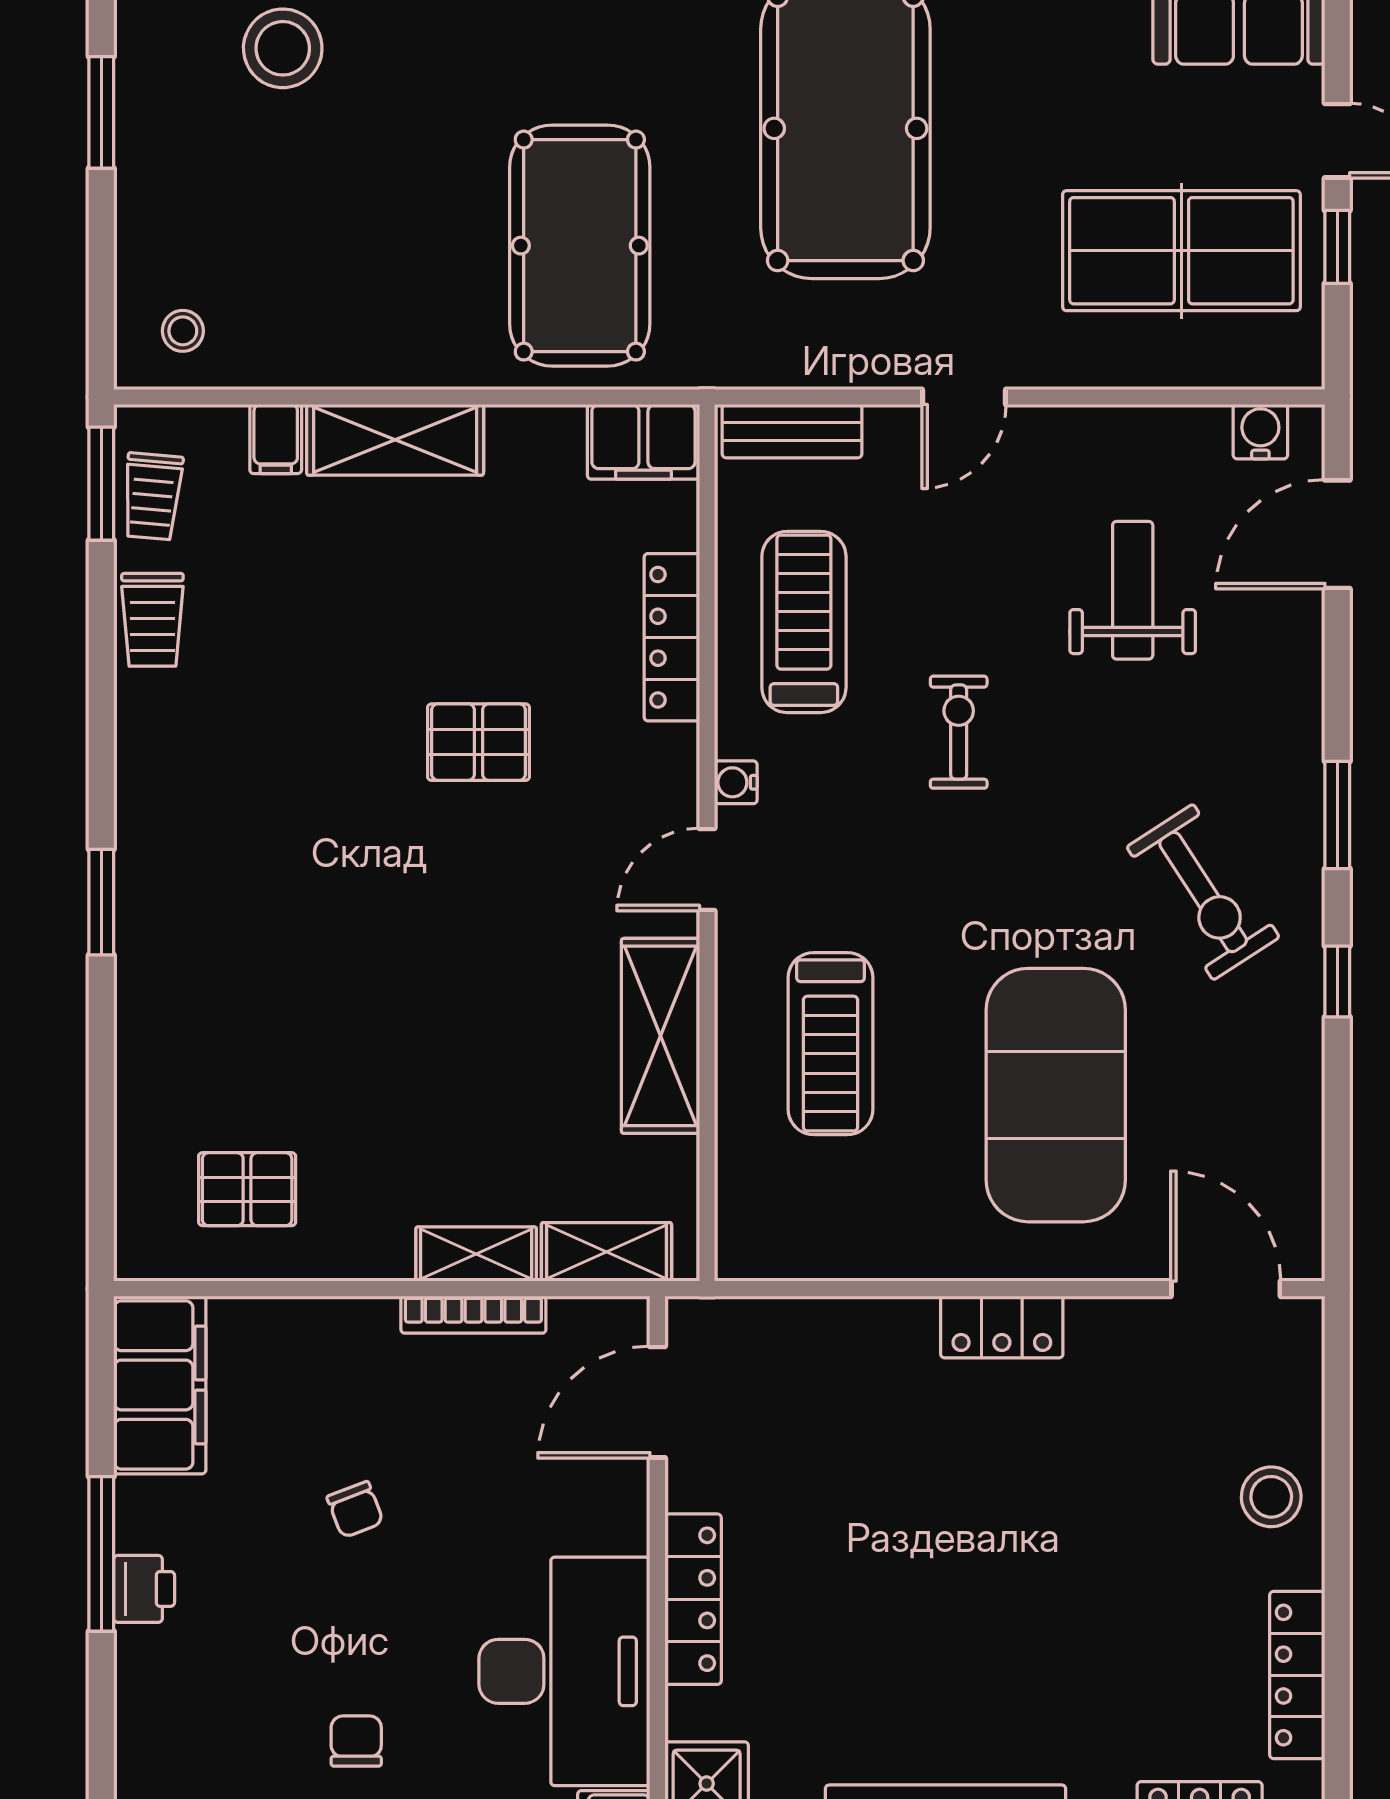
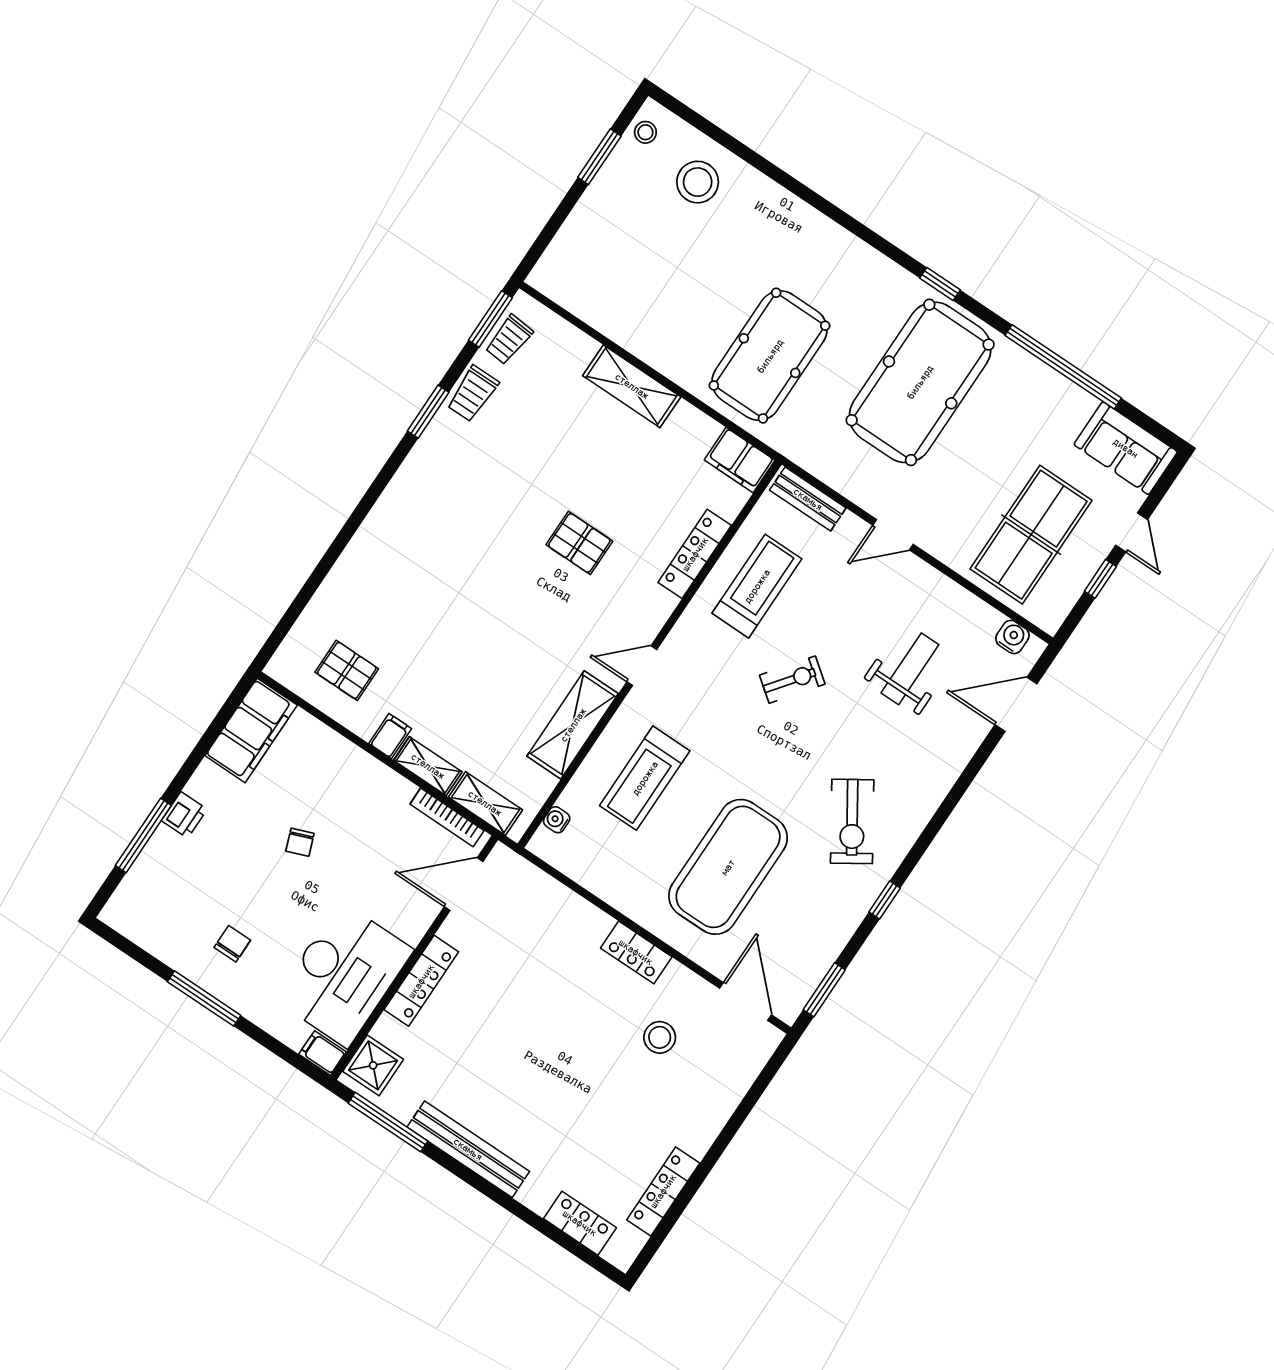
table tennis table: (1181, 251) -> (1031, 535), turned 90
stool: (183, 331) -> (645, 132), moved
filing cabinet: (276, 439) -> (390, 736), moved, turned 180
exercise bike: (959, 732) -> (792, 680), turned 37
water cooler: (736, 782) -> (557, 820), moved
window: (1337, 815) -> (824, 990), moved
window: (101, 902) -> (428, 412), moved
bookcase: (473, 1315) -> (447, 817), moved
stool: (1271, 1497) -> (660, 1037), moved
window: (101, 1554) -> (143, 835), moved

